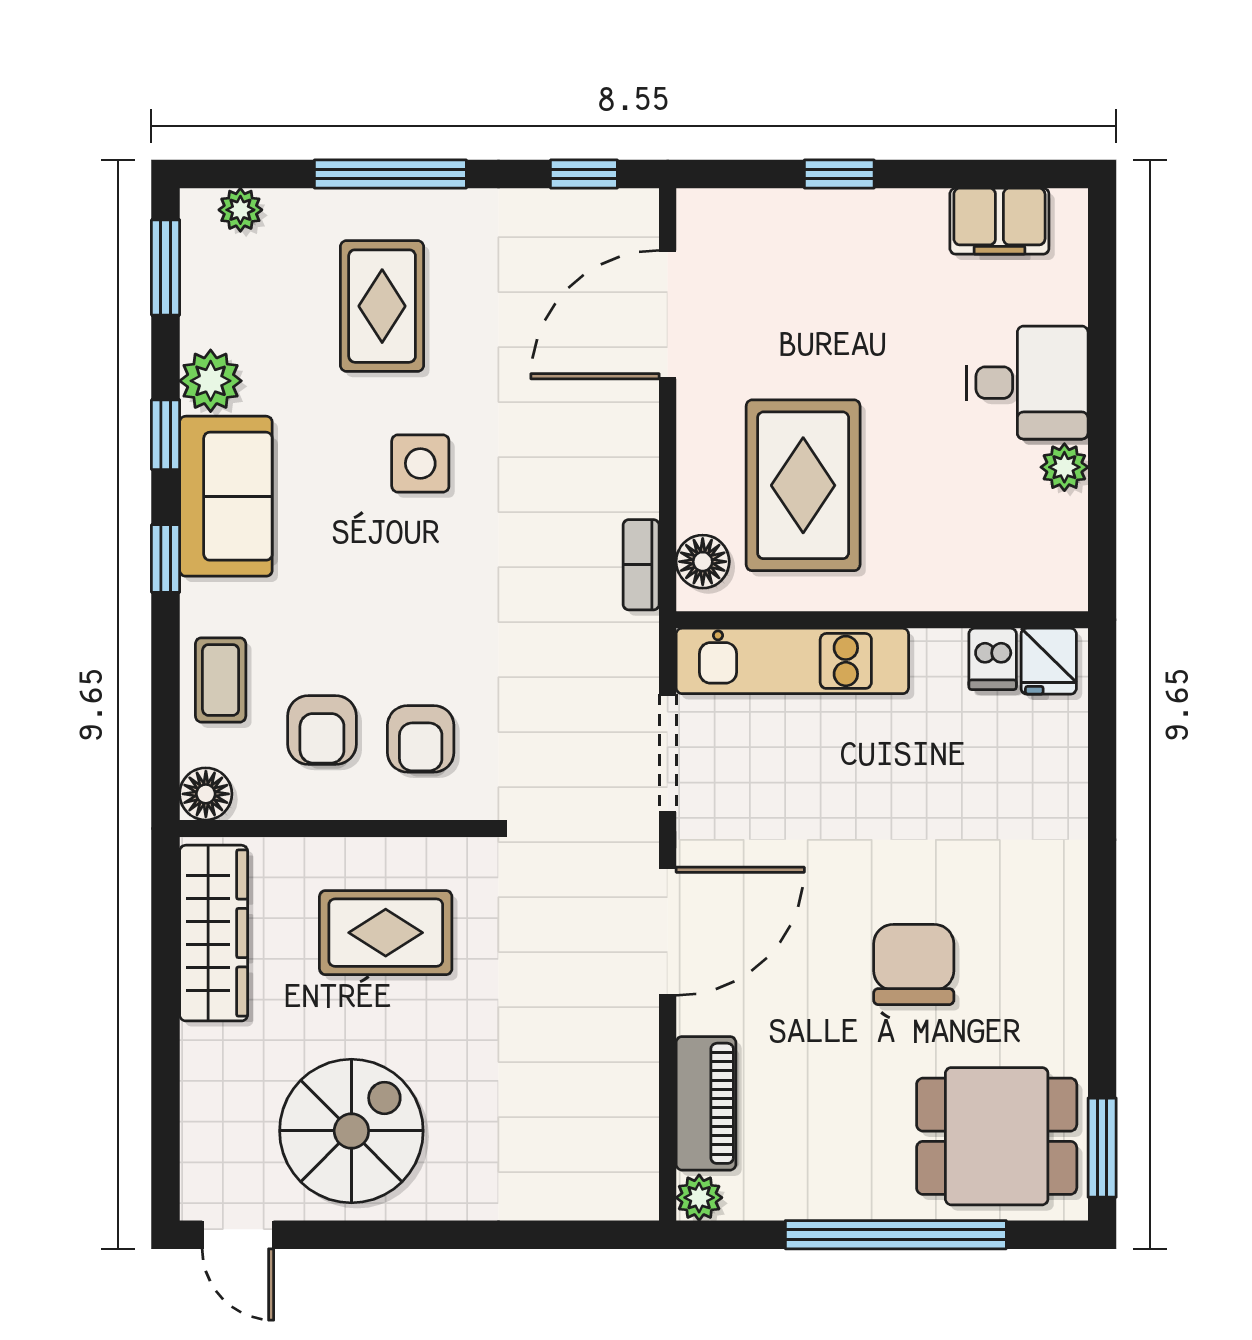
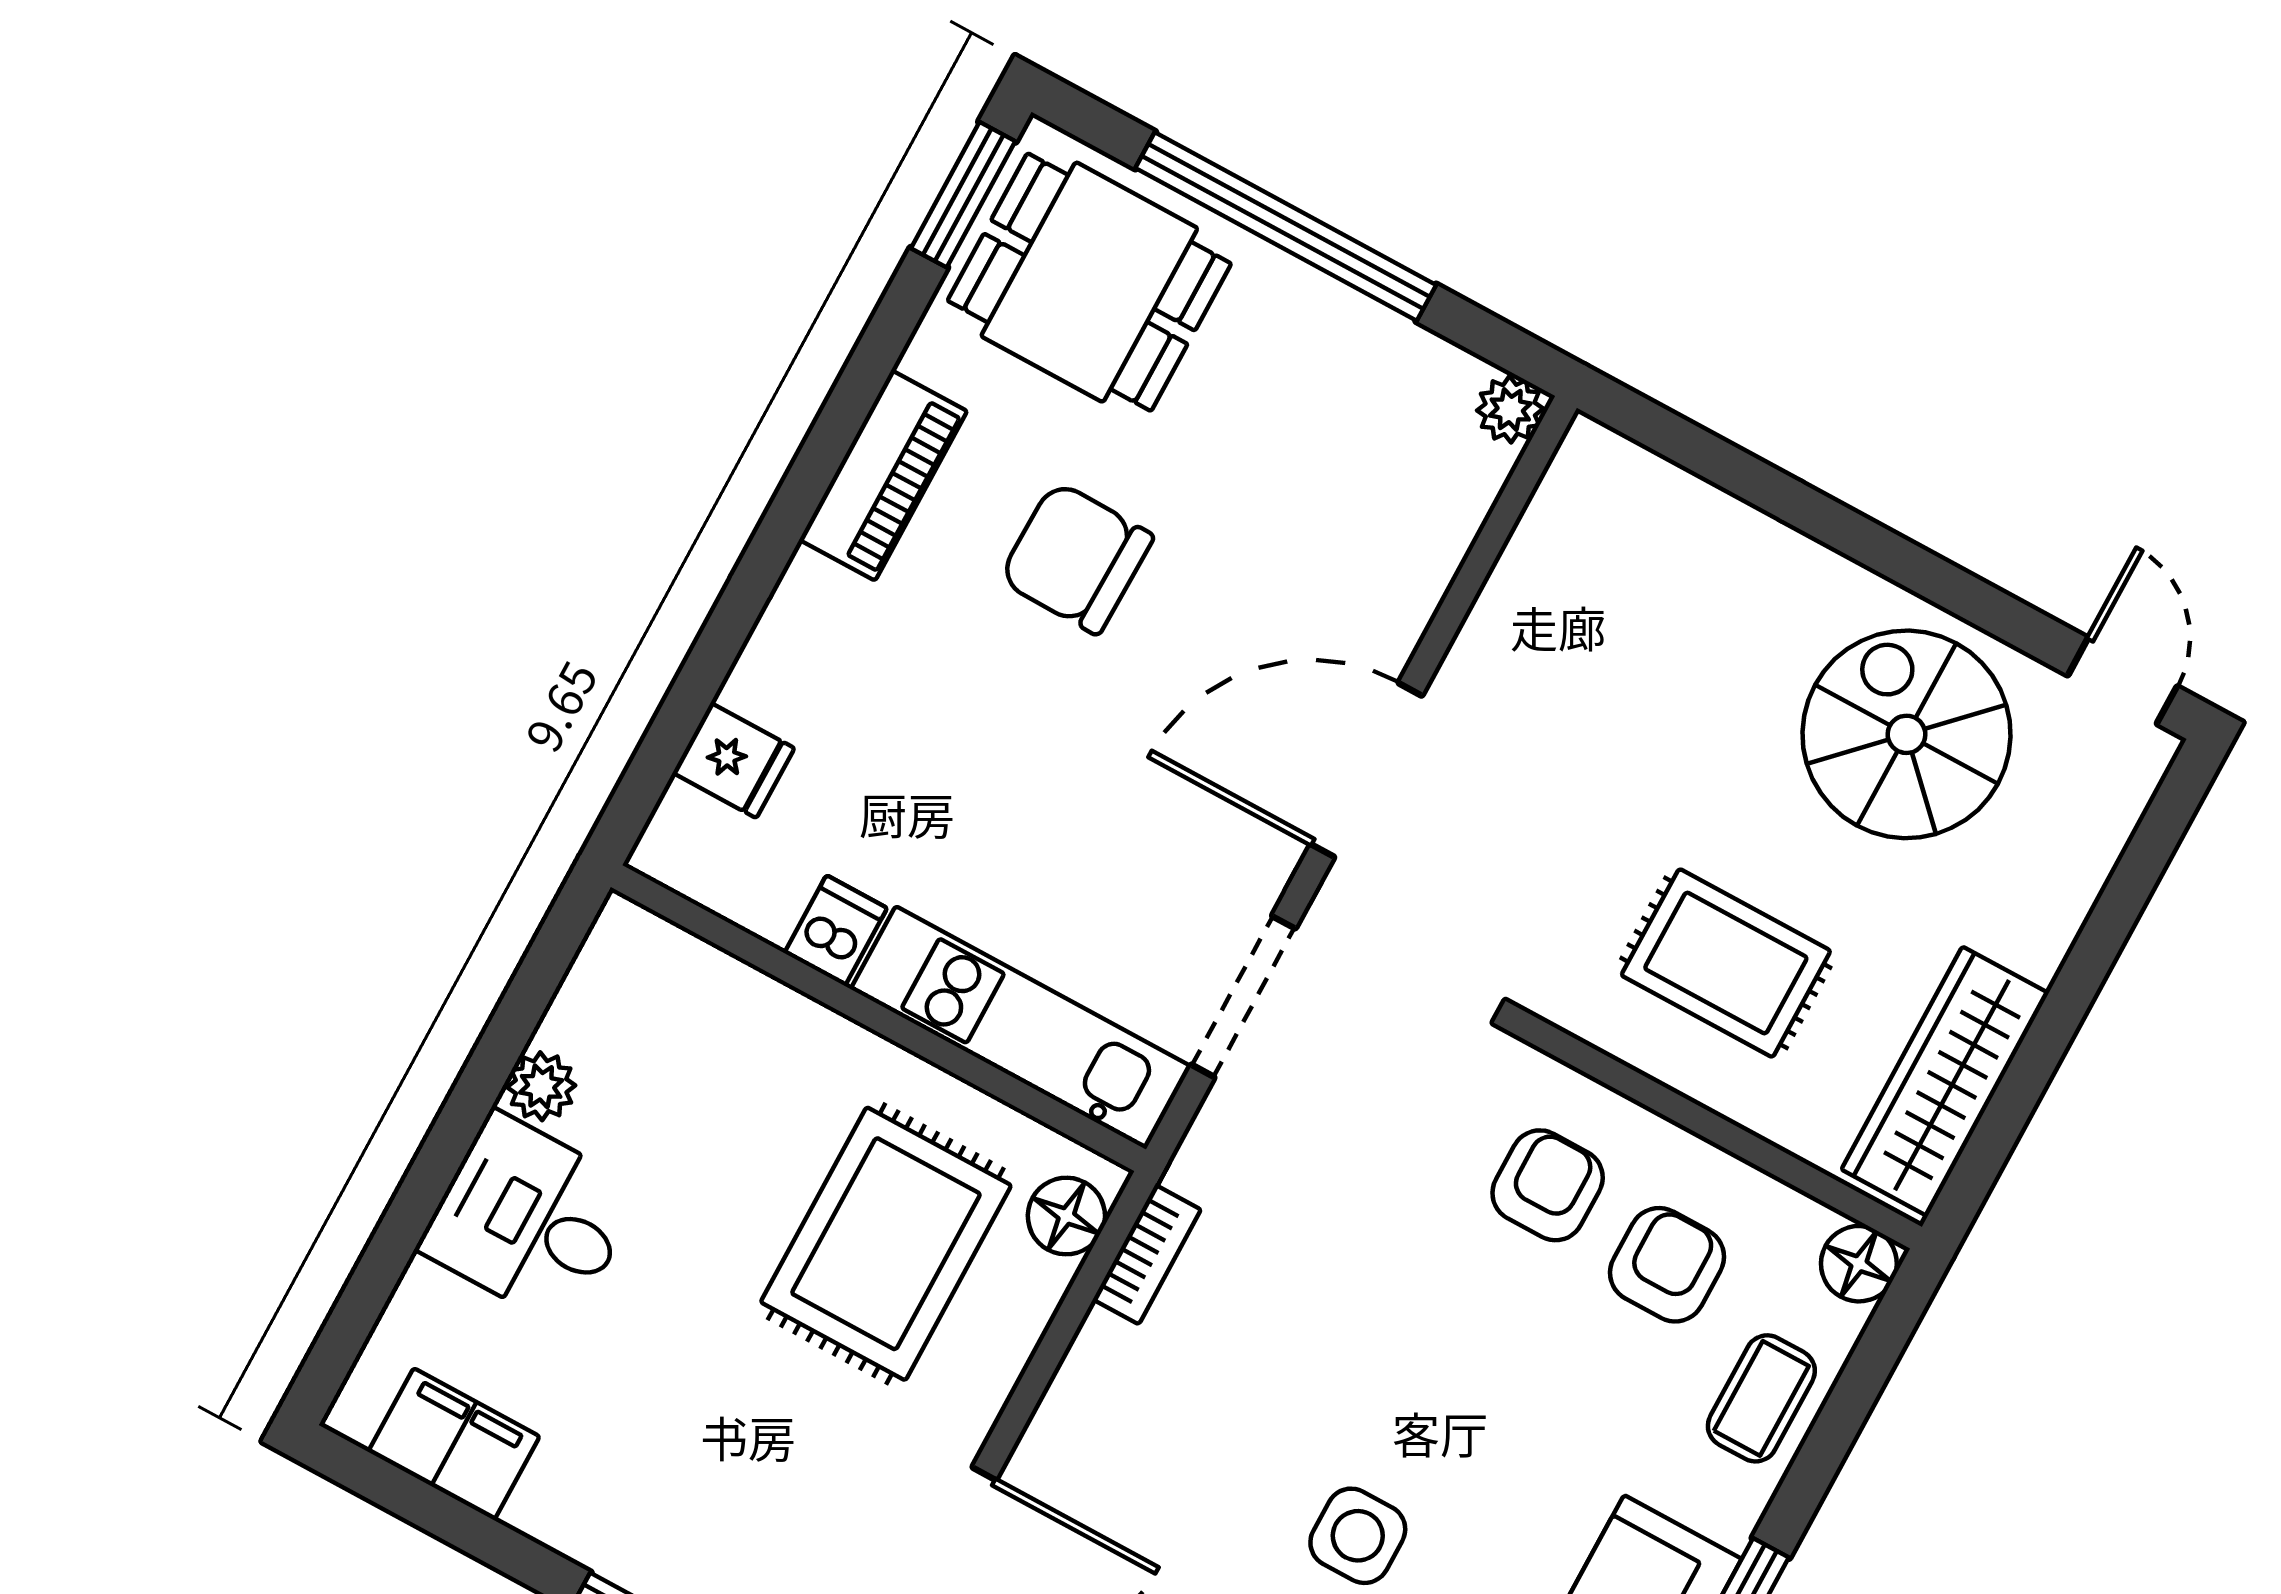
dishwasher: (993, 659) -> (836, 930), moved
fridge: (1049, 661) -> (734, 760), moved, turned 90
chair: (914, 964) -> (1076, 558), turned 91
piano: (706, 1103) -> (883, 475), moved, turned 180
spiral stairs: (351, 1131) -> (1906, 734), turned 90

